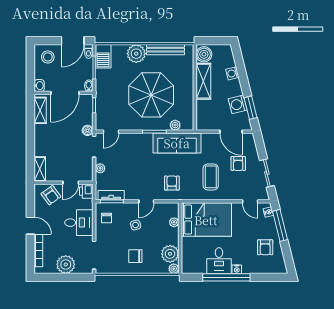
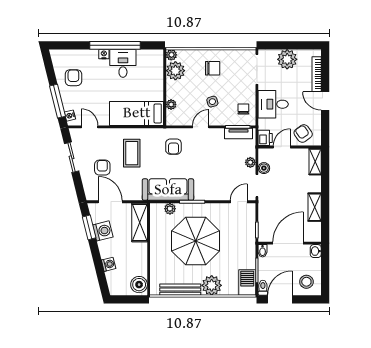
shelving: (203, 81) -> (140, 223), moved
shelving: (40, 110) -> (315, 207), moved
boiler: (87, 130) -> (264, 168), moved
bed: (206, 220) -> (137, 113), width x0.67

